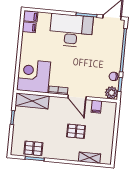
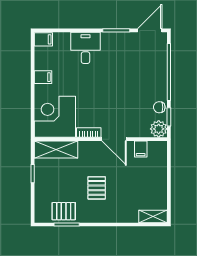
filing cabinet: (29, 27) -> (43, 77), moved
desk: (71, 30) -> (86, 48), width x0.53, depth x0.77
pallet: (76, 131) -> (97, 188), moved, turned 90
shelving: (90, 158) -> (153, 216), moved

